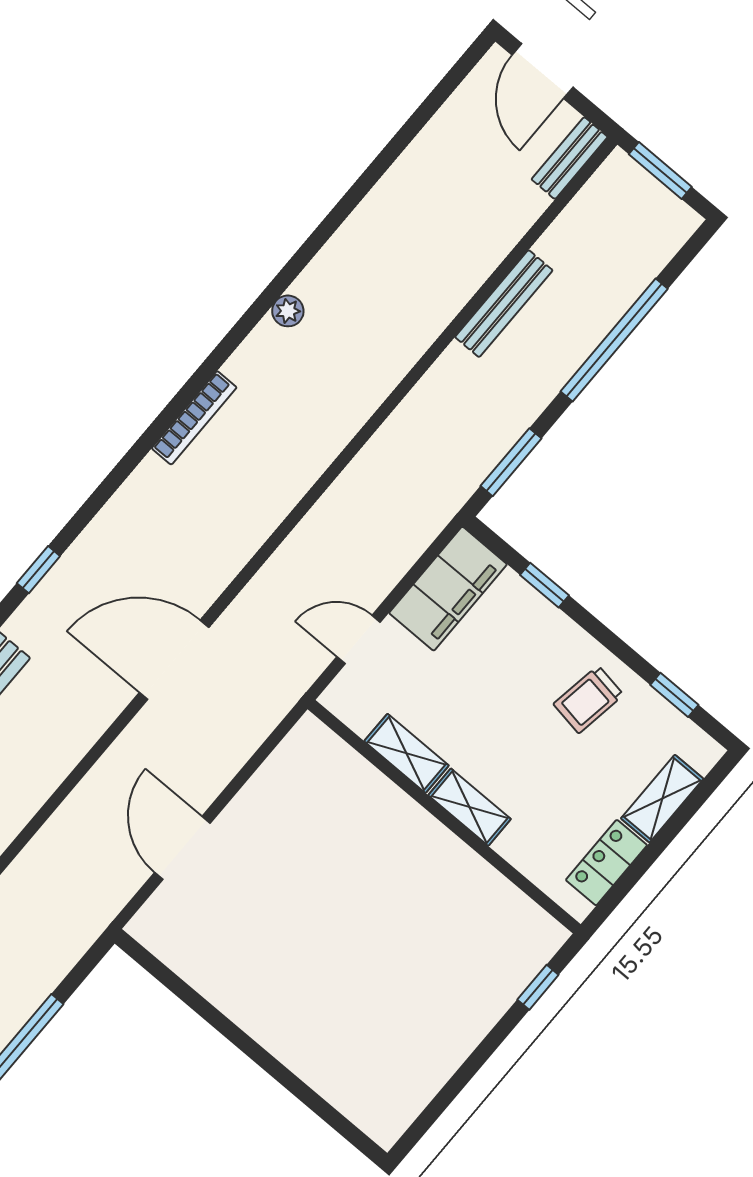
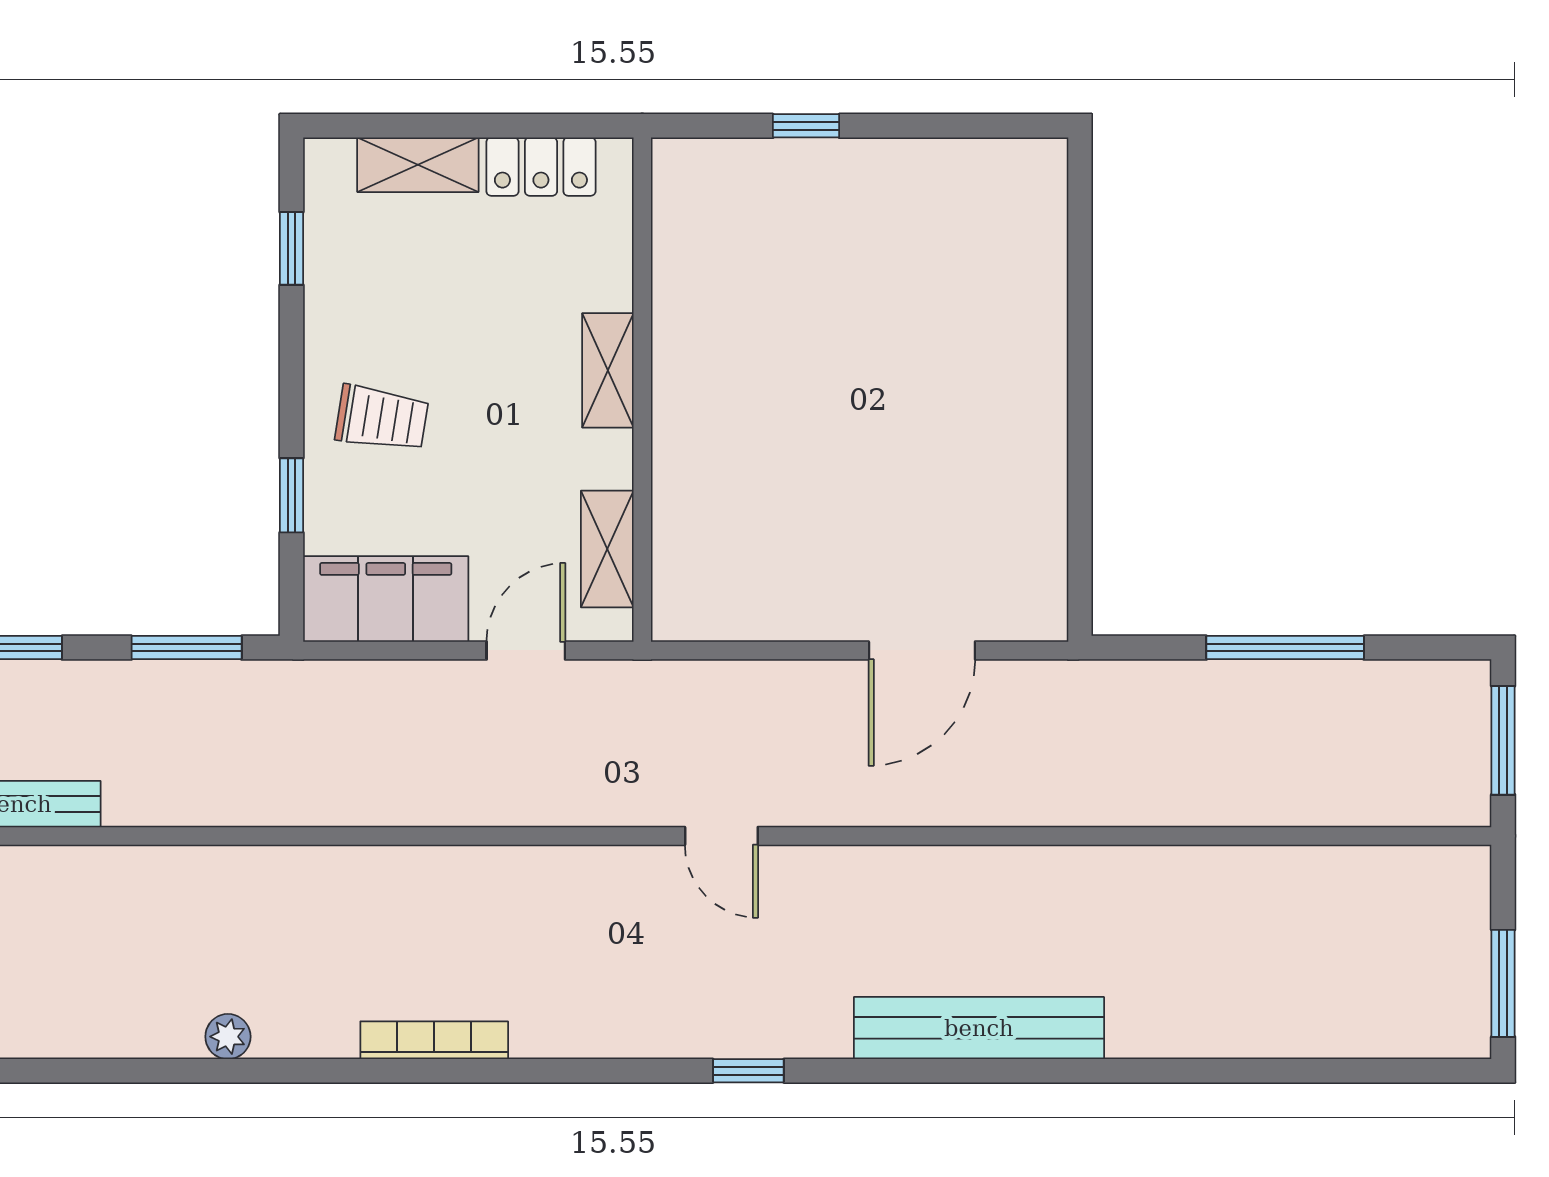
door: (359, 639) -> (526, 650), swing flipped
door: (174, 660) -> (721, 836), width x0.53
trolley: (588, 699) -> (382, 418), moved
shelving: (406, 753) -> (607, 549), moved
window: (538, 987) -> (806, 126), moved

